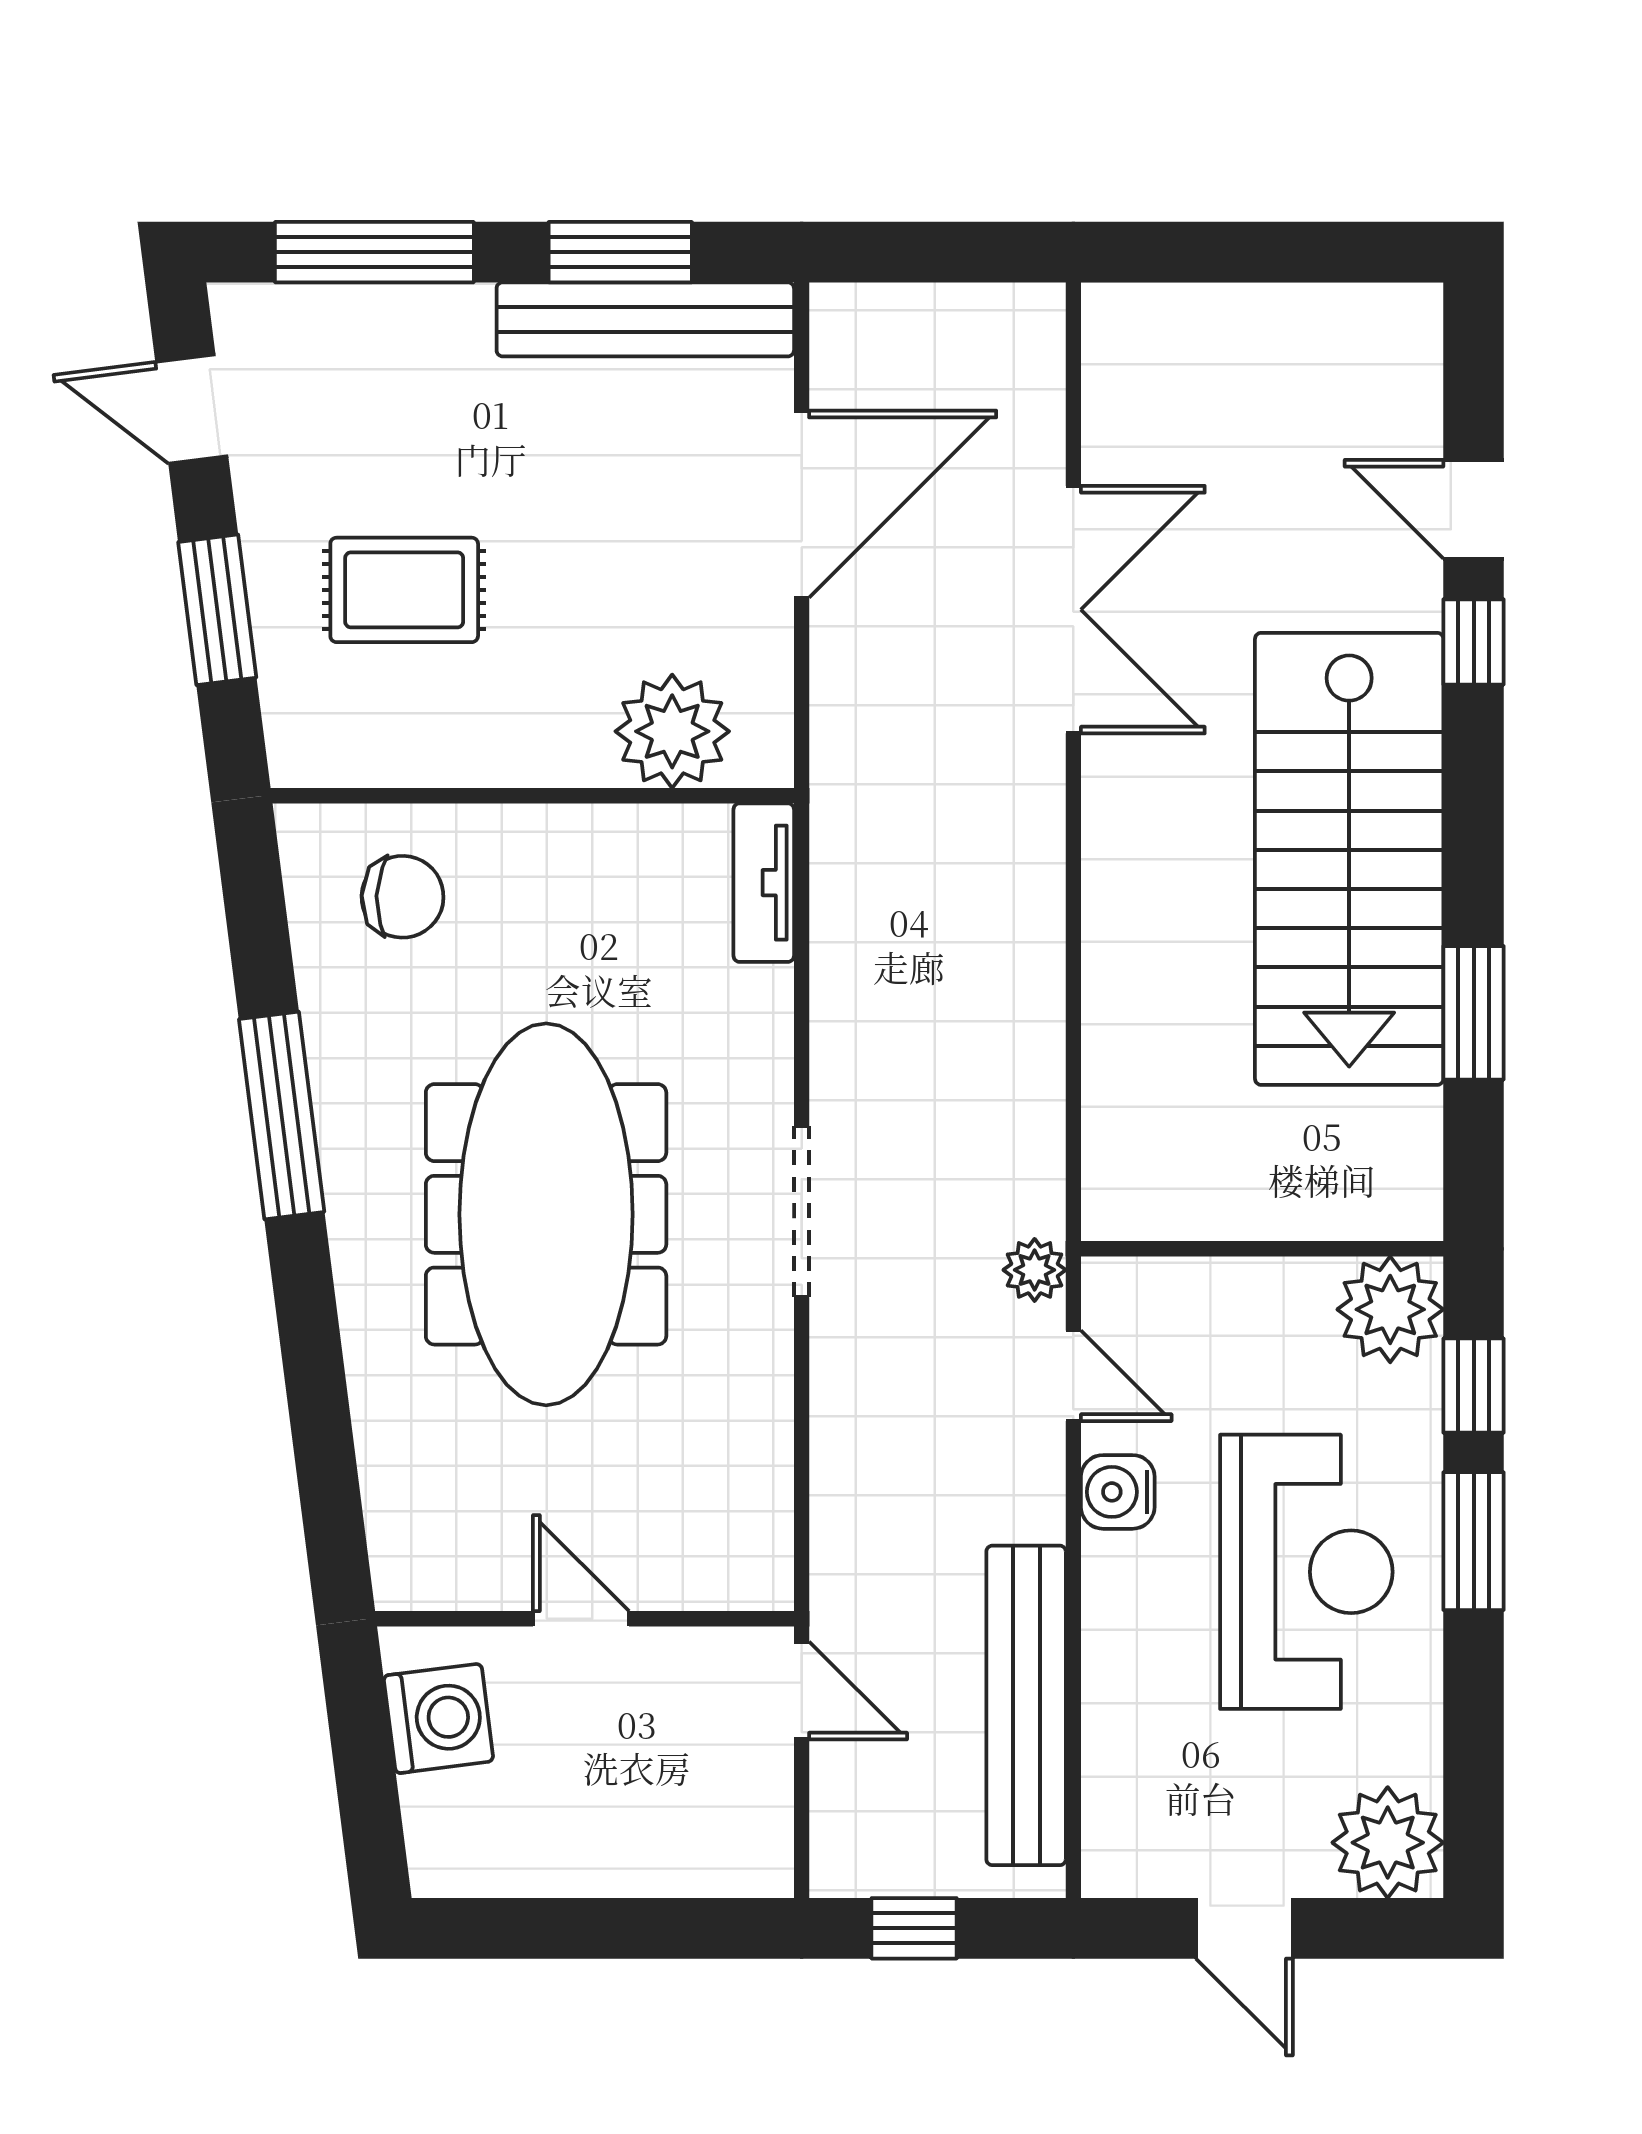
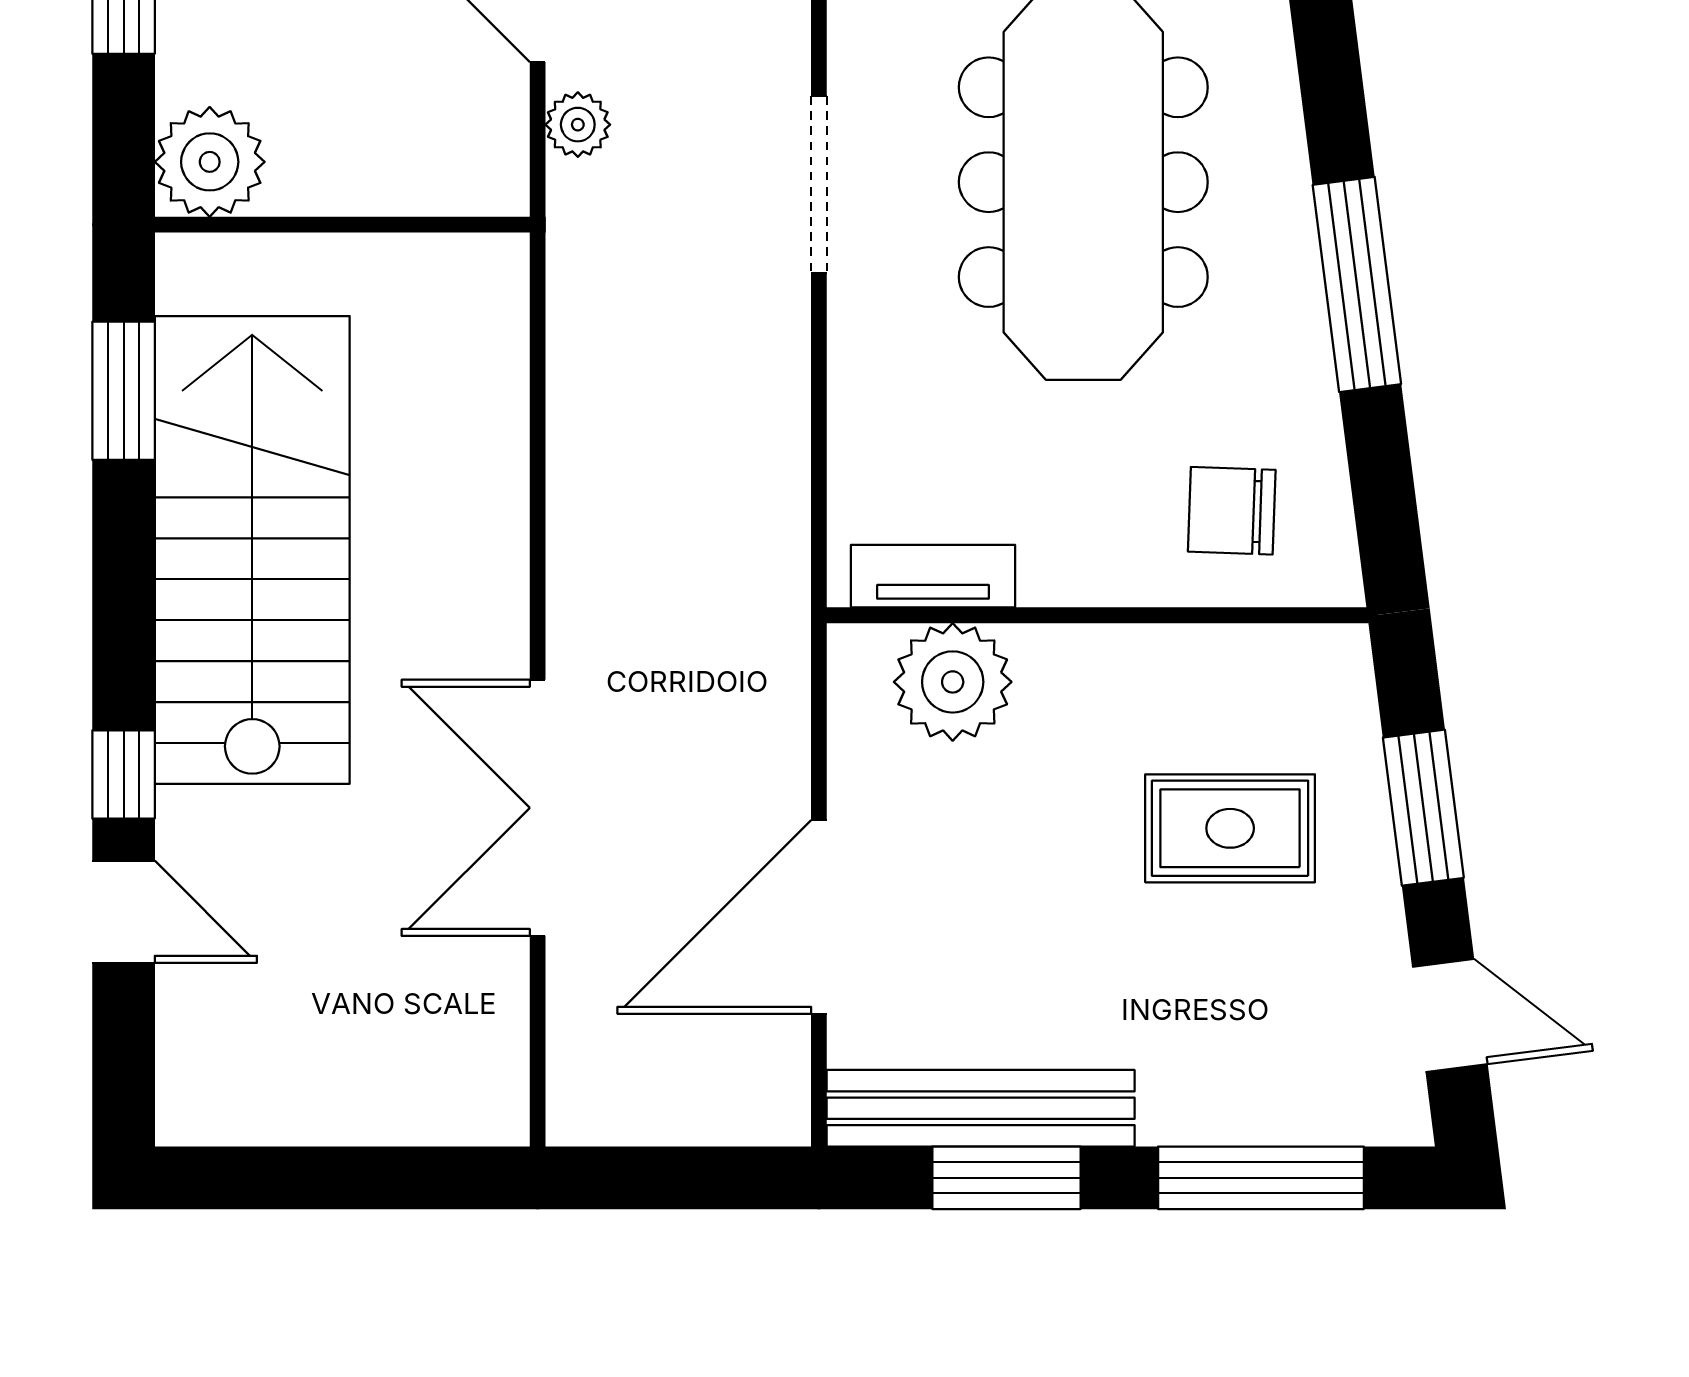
tv unit: (764, 883) -> (933, 576), moved, turned -90
wall: (1262, 1249) -> (342, 225), moved
plant: (1390, 1309) -> (210, 162), moved

